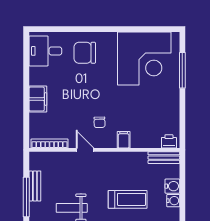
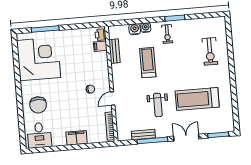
filing cabinet: (124, 140) -> (100, 46), moved
bench: (164, 158) -> (114, 51), moved

